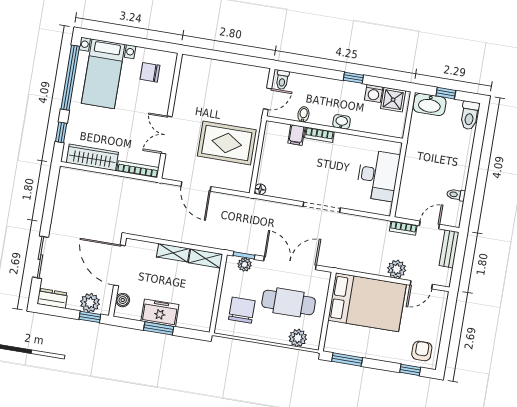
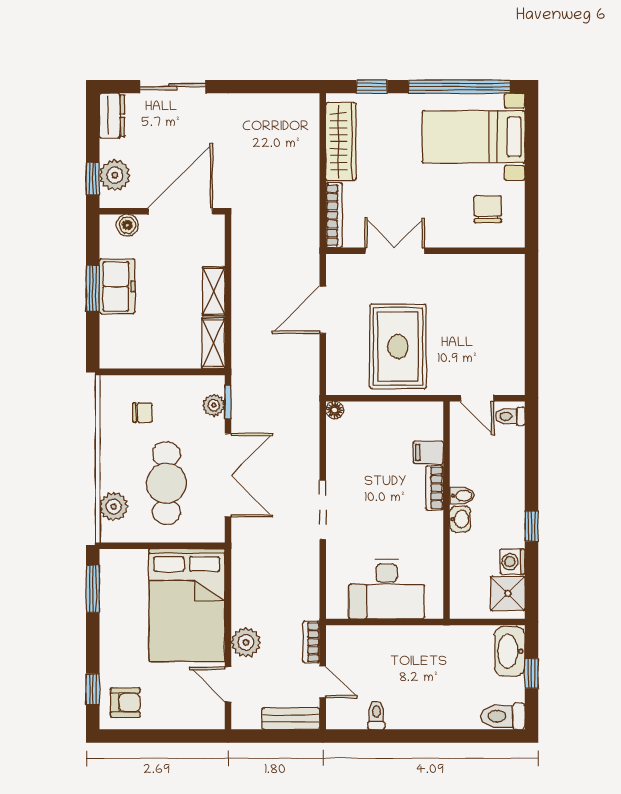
bidet: (303, 114) -> (462, 496), moved
chair: (242, 310) -> (142, 413), width x0.54, depth x0.54

